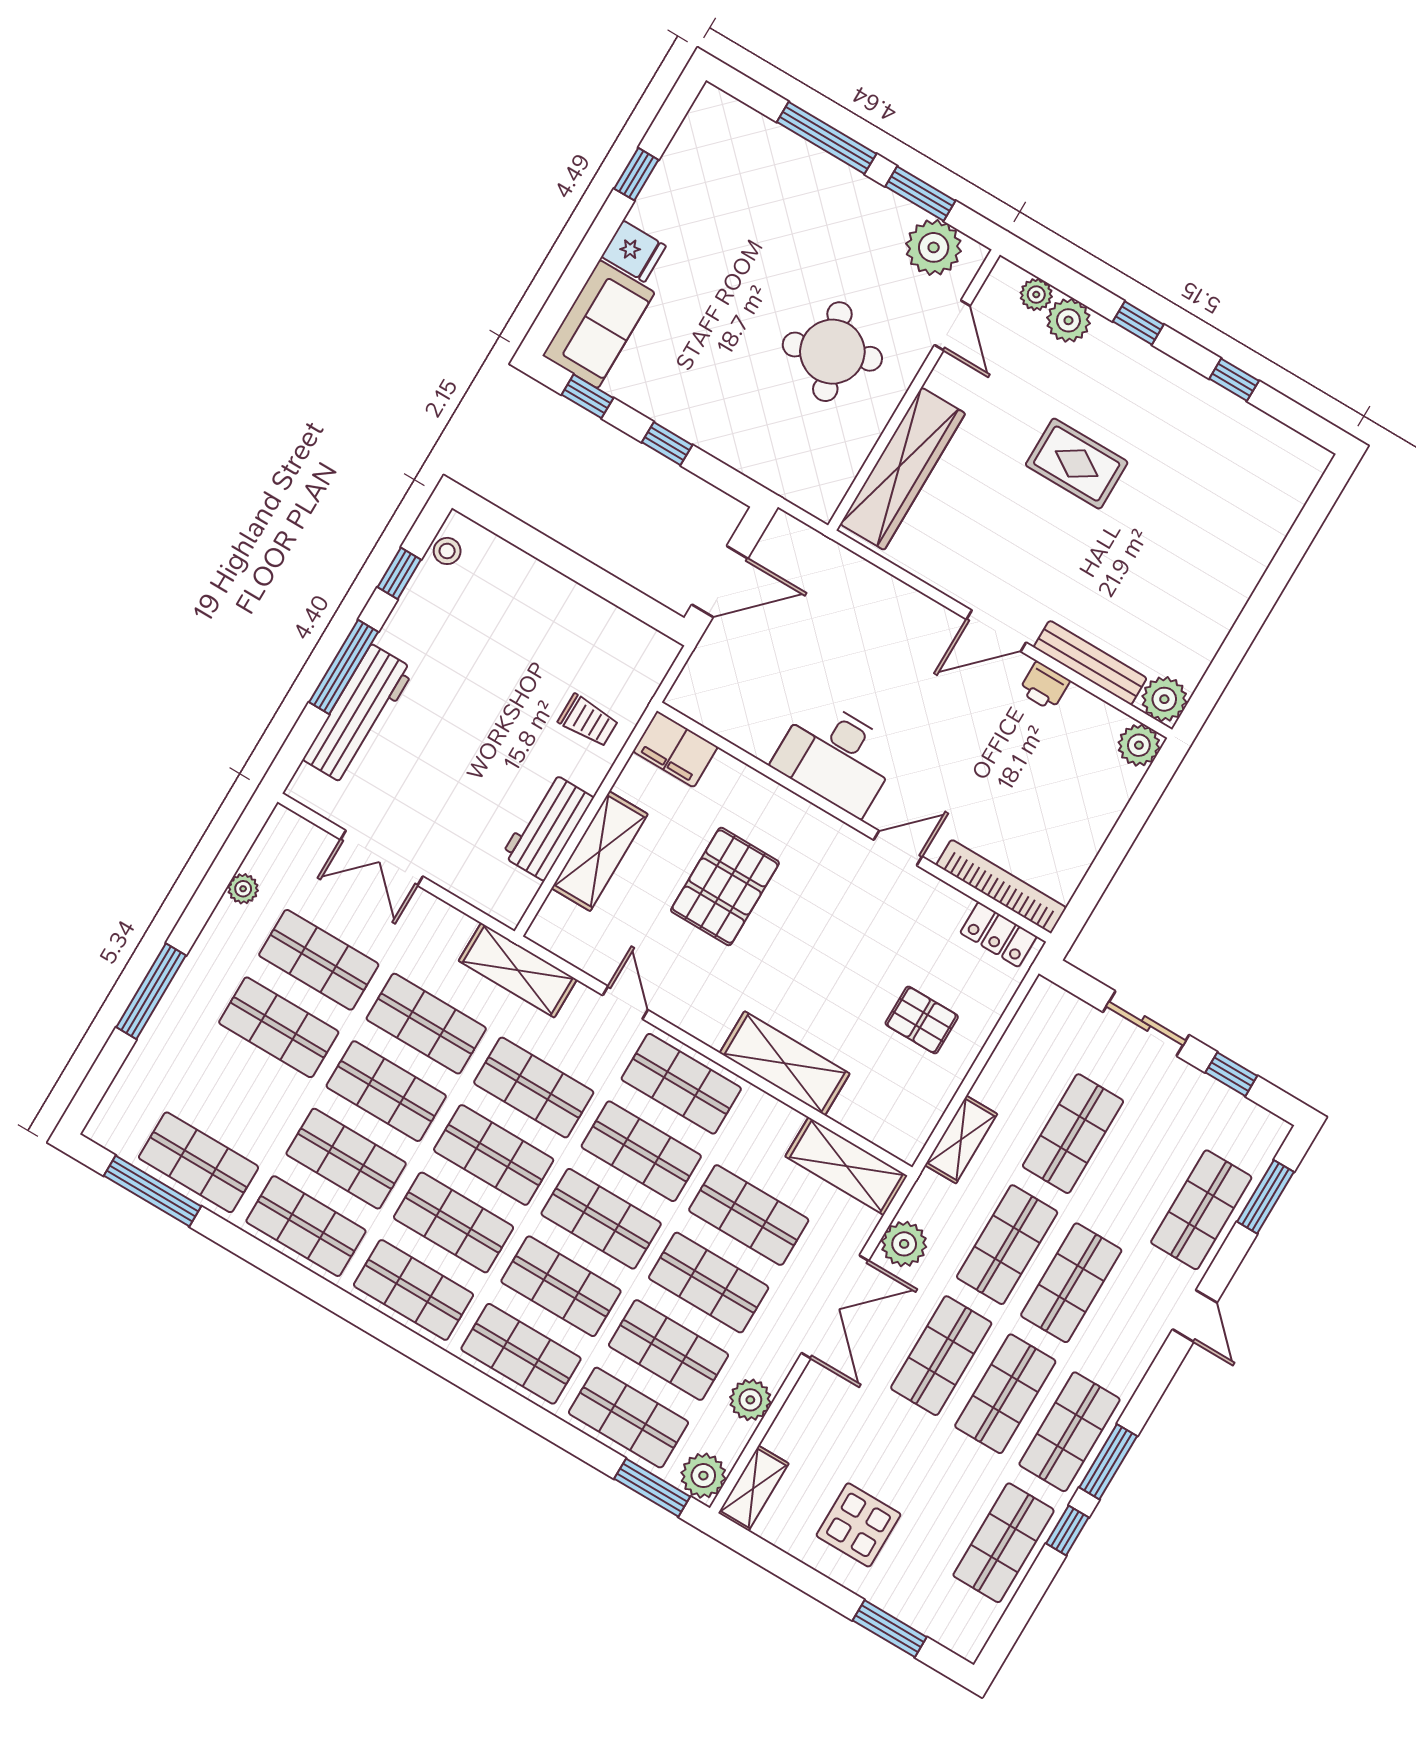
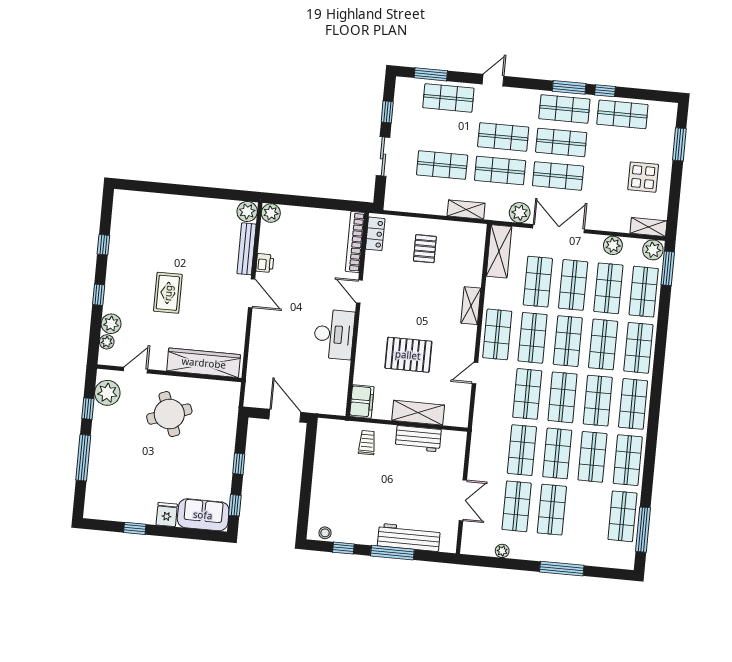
window: (920, 194) -> (88, 409), width x0.67
shelving: (518, 970) -> (482, 423), removed
shelving: (785, 1063) -> (471, 306), width x0.67, depth x0.75

